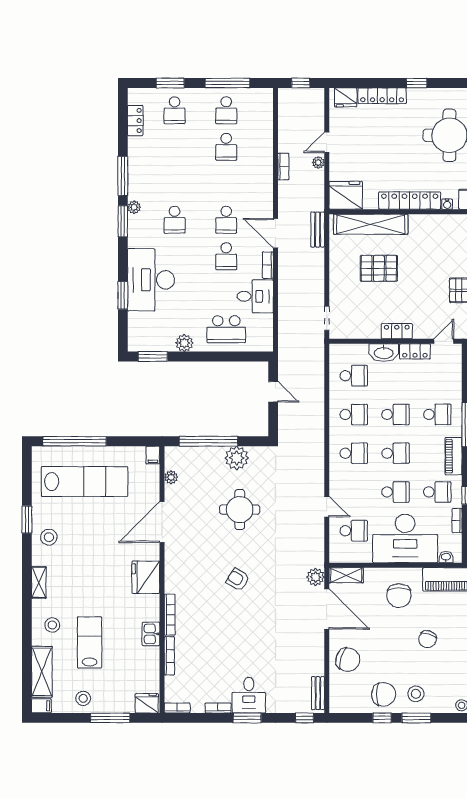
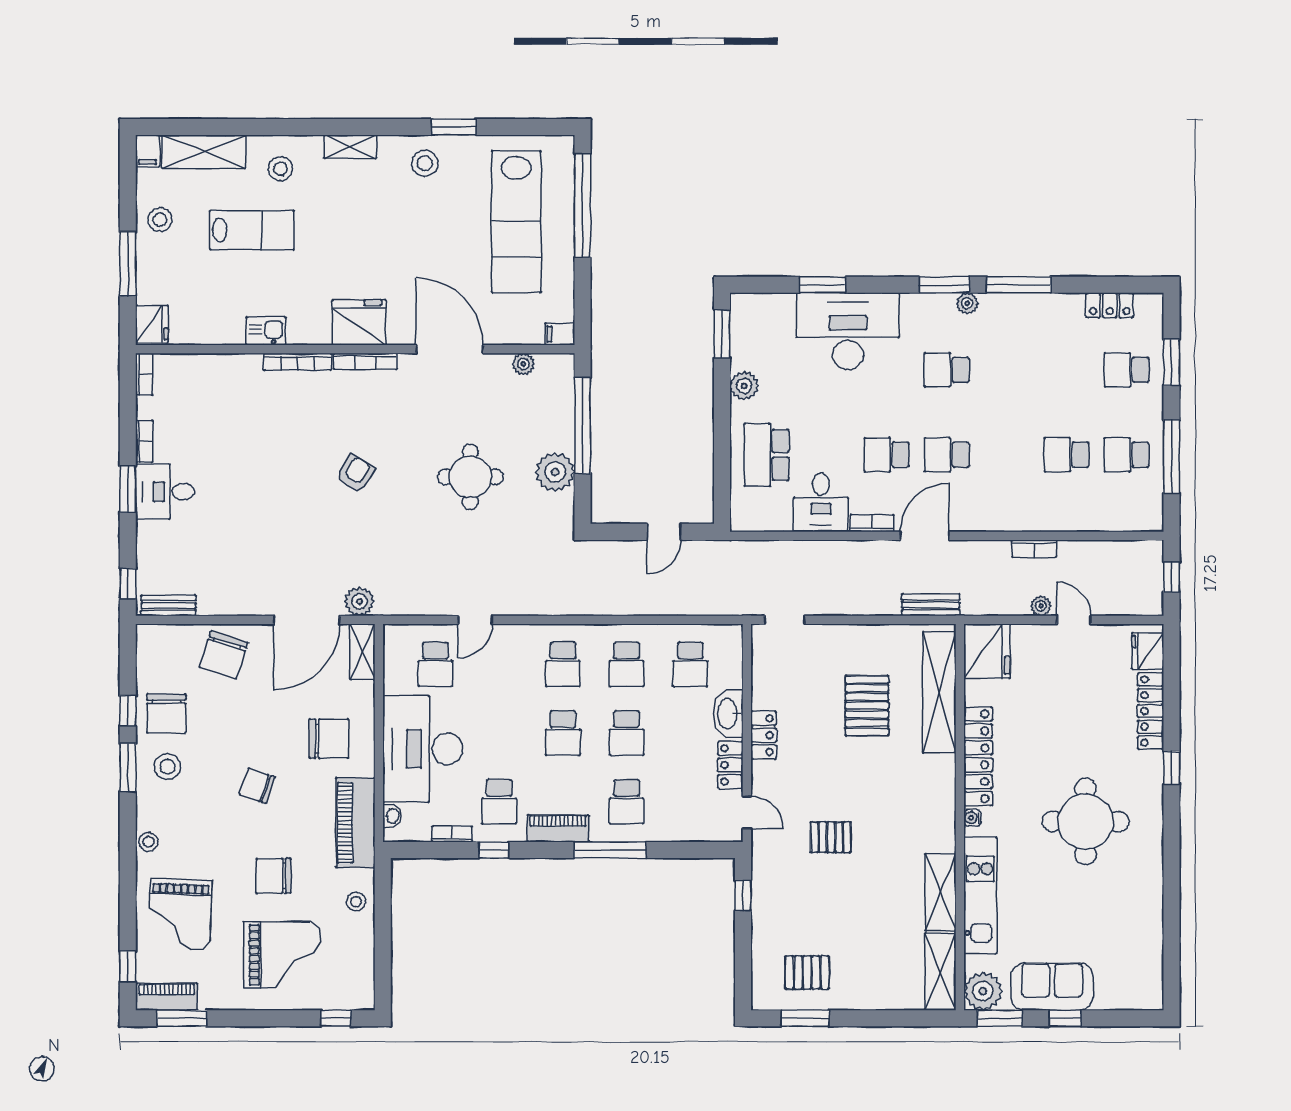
school desk: (395, 492) -> (499, 733), removed
chair: (399, 596) -> (329, 739), turned 180
bookcase: (169, 656) -> (365, 361), moved

